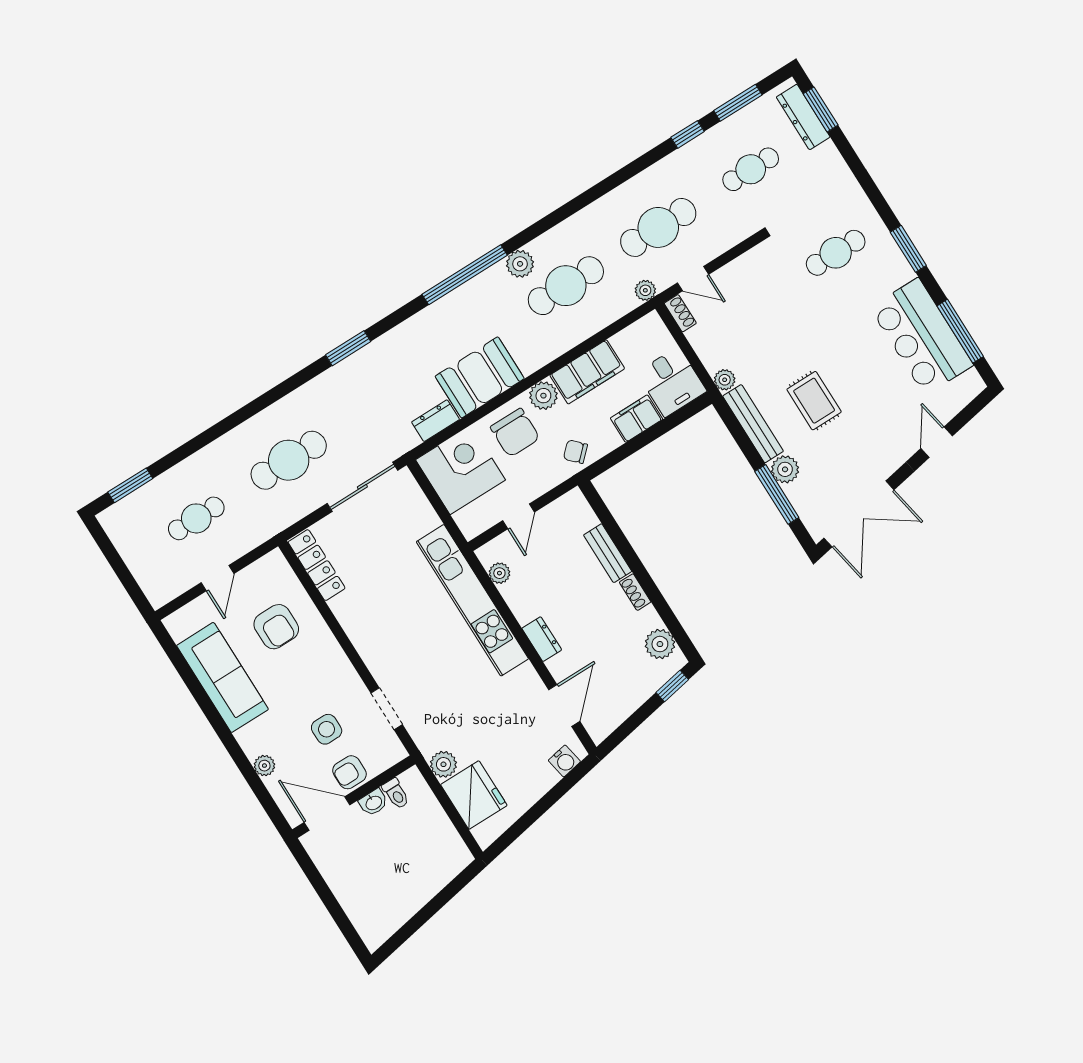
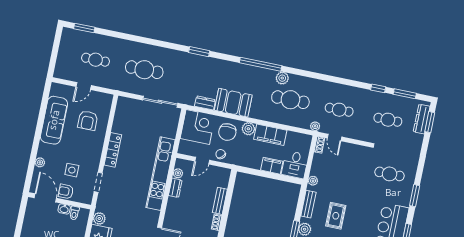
cafe table: (658, 227) -> (339, 110), width x0.73, depth x0.74
bench: (753, 424) -> (308, 204), width x0.73
chair: (576, 452) -> (221, 154), moved
locker: (317, 565) -> (113, 150), moved
dresser: (542, 639) -> (175, 188), moved

